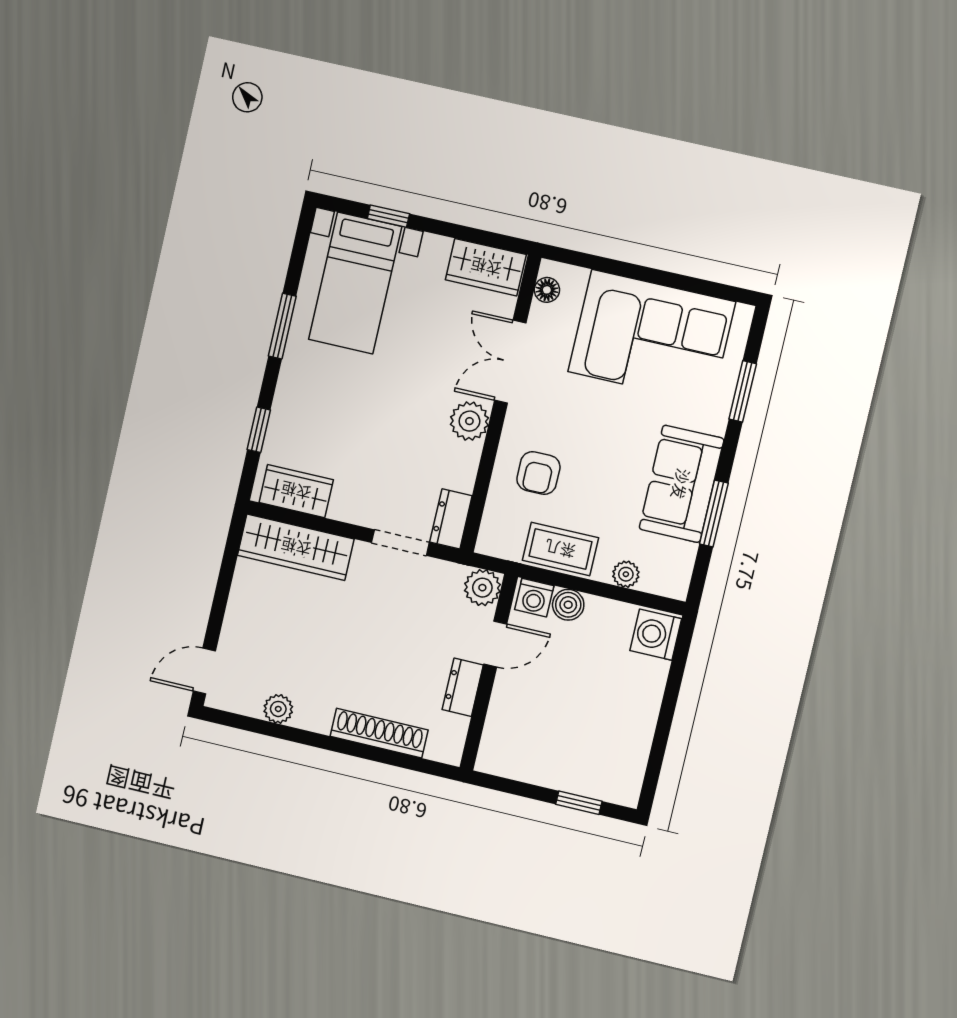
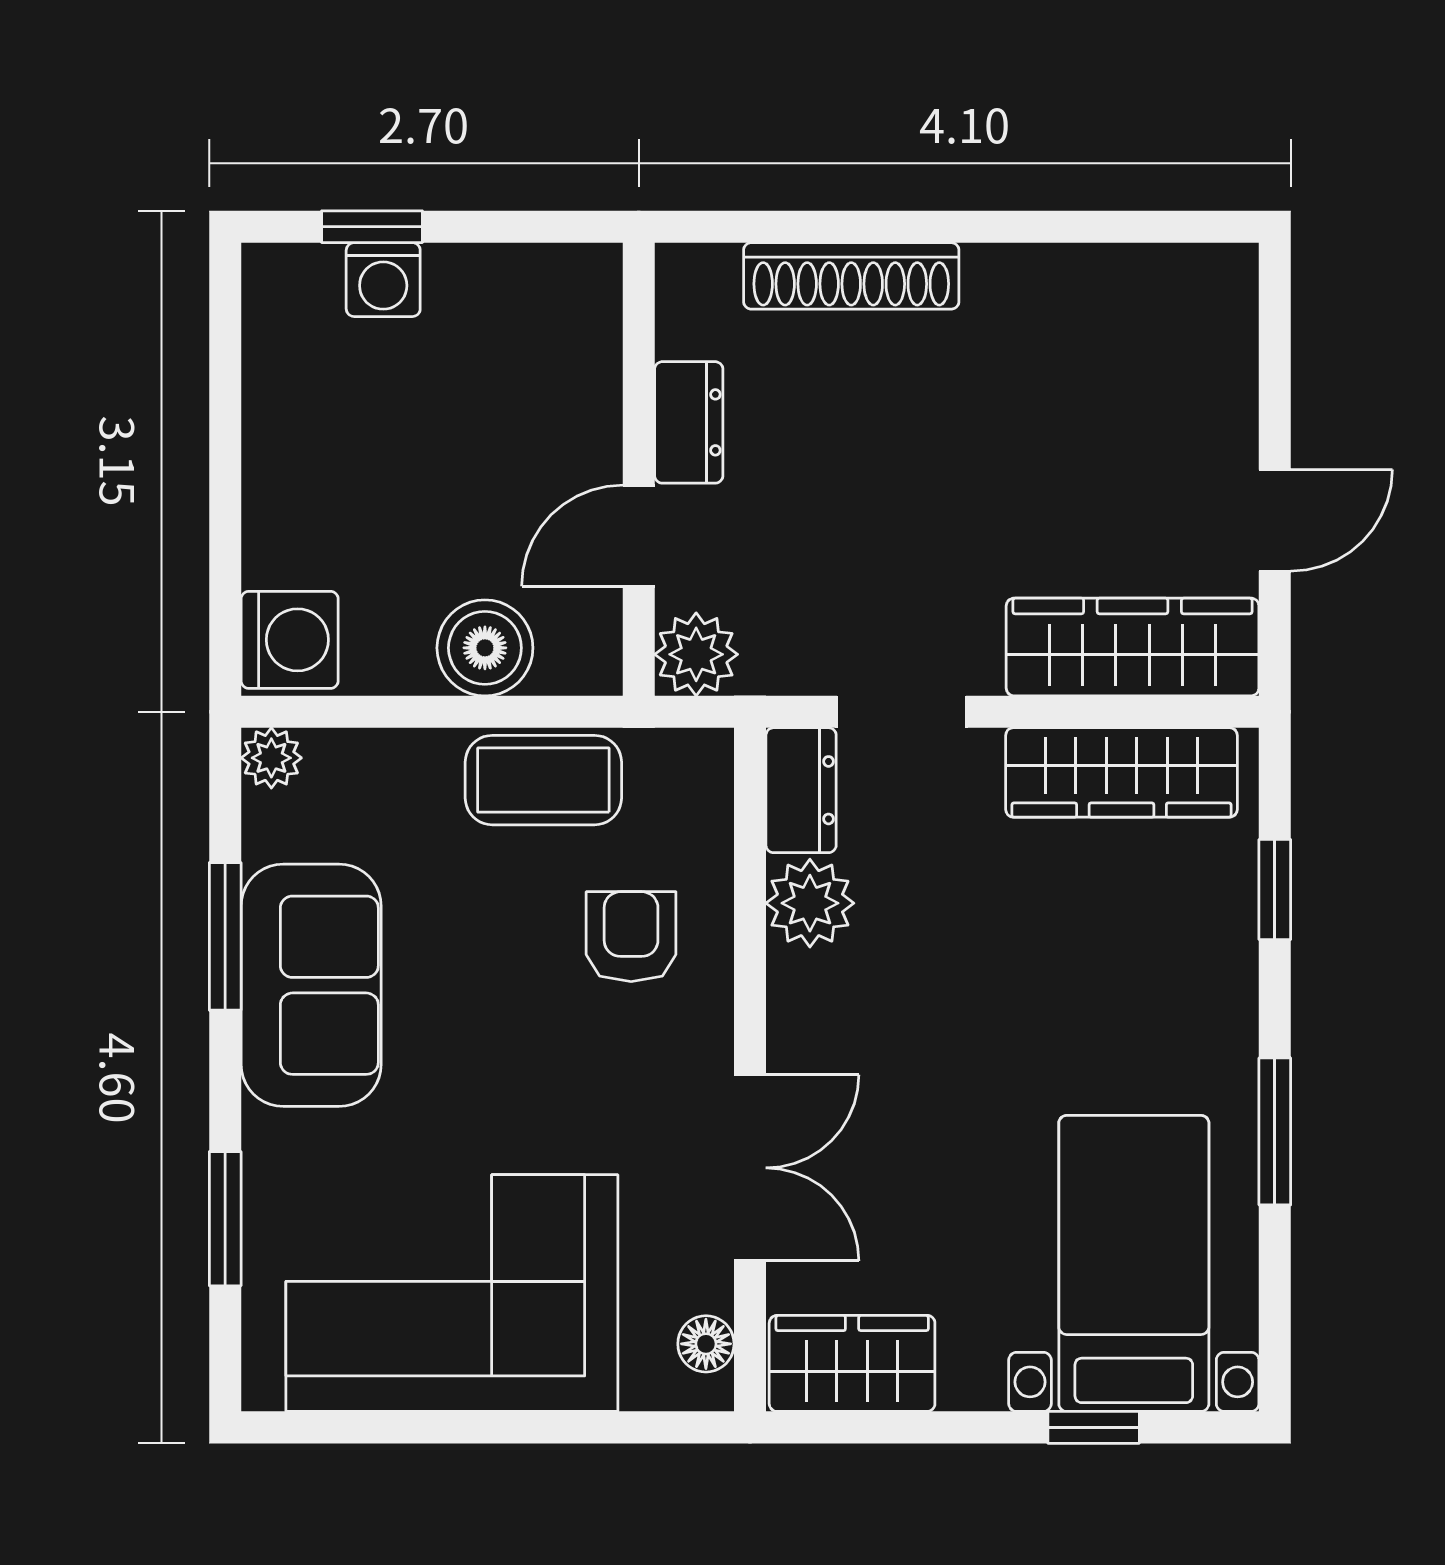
plant: (469, 421) -> (810, 903), moved
wardrobe: (296, 491) -> (1121, 772), width x1.50
plant: (626, 574) -> (271, 758), moved
washing machine: (534, 598) -> (383, 280), moved, turned 180
boiler: (568, 605) -> (485, 648), width x1.36, depth x1.36
door: (204, 671) -> (1275, 520), moved
plant: (278, 709) -> (1089, 276), removed

